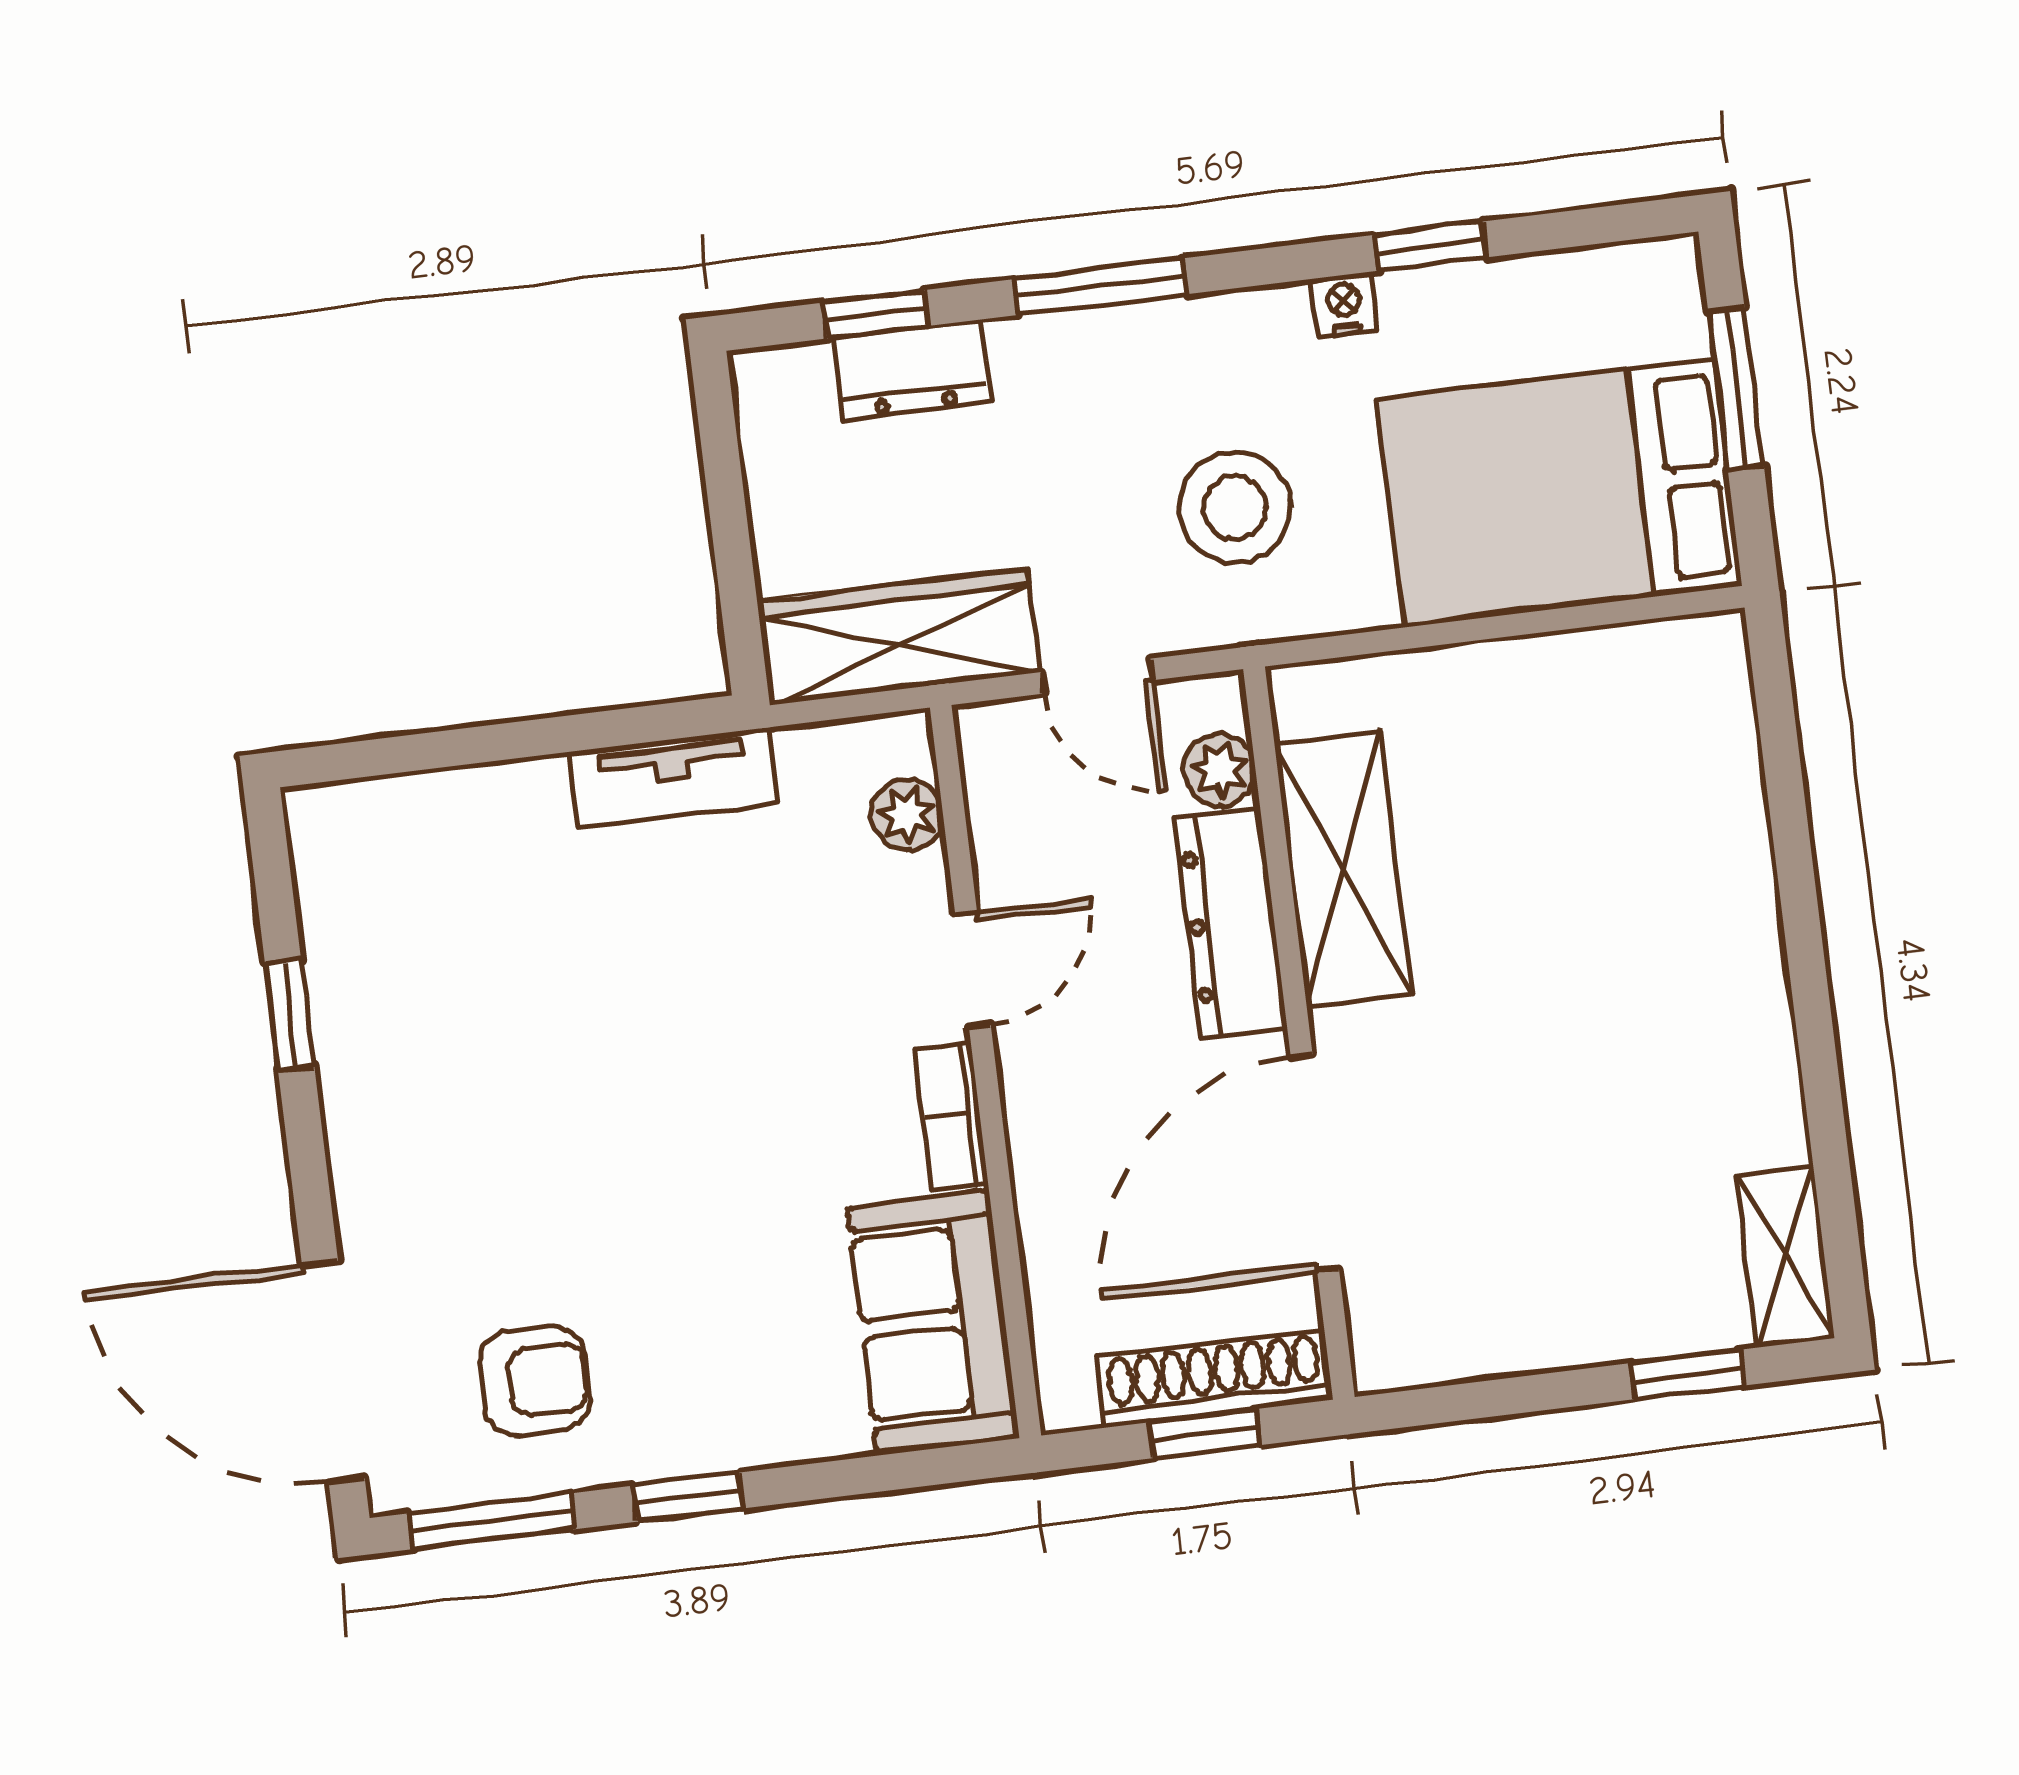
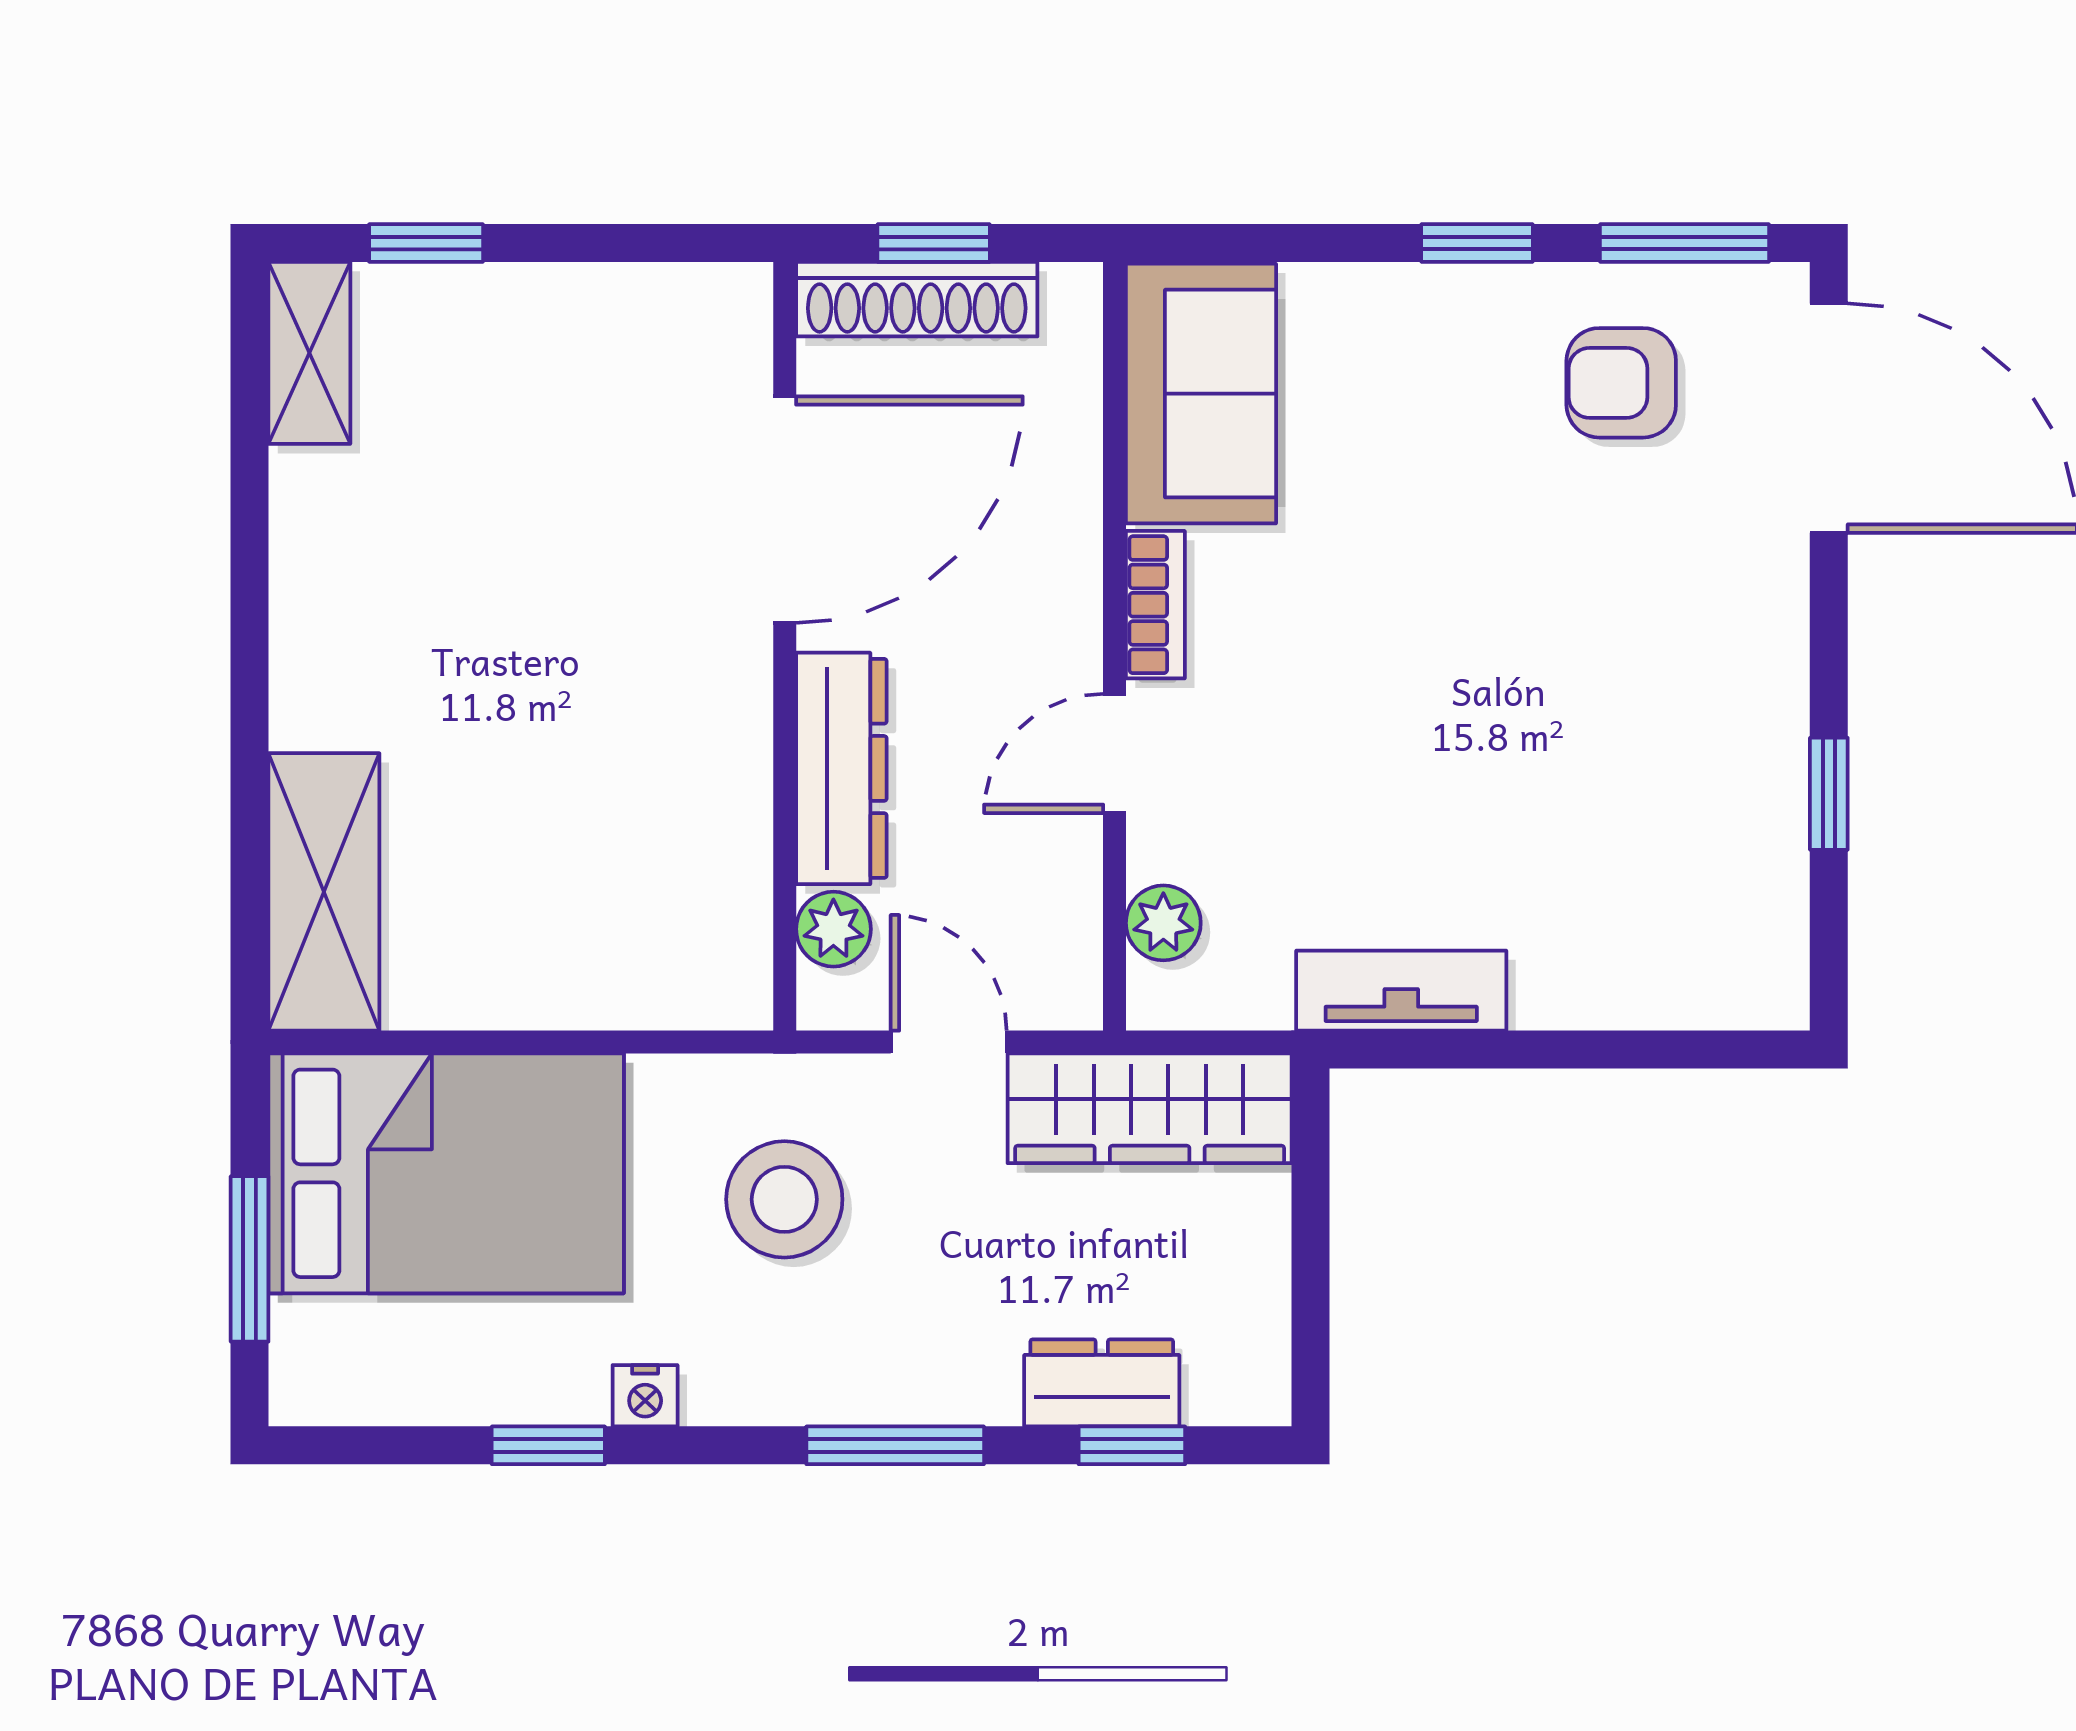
shelving: (1343, 868) -> (324, 892), moved

